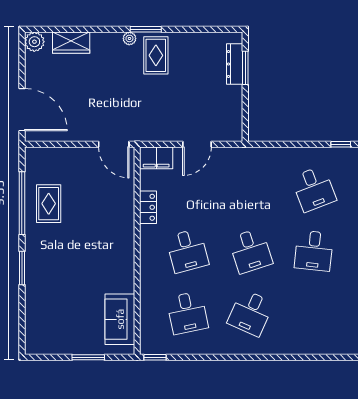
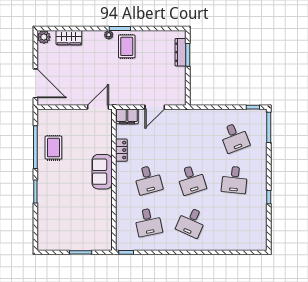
door: (114, 144) -> (98, 107), swing flipped
sofa: (120, 319) -> (102, 172), moved

